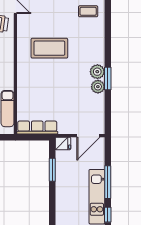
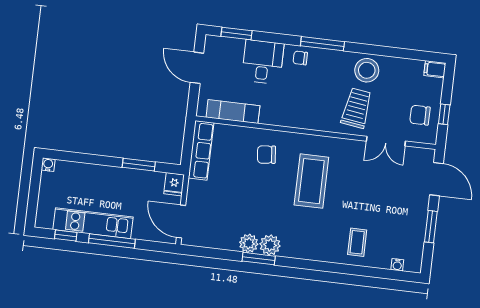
chair: (35, 82) -> (266, 155), added

